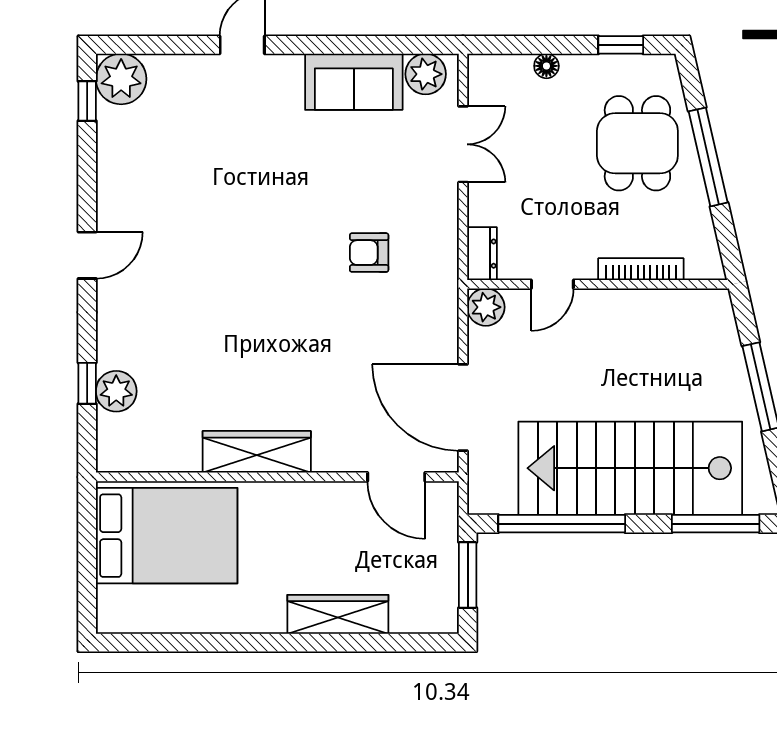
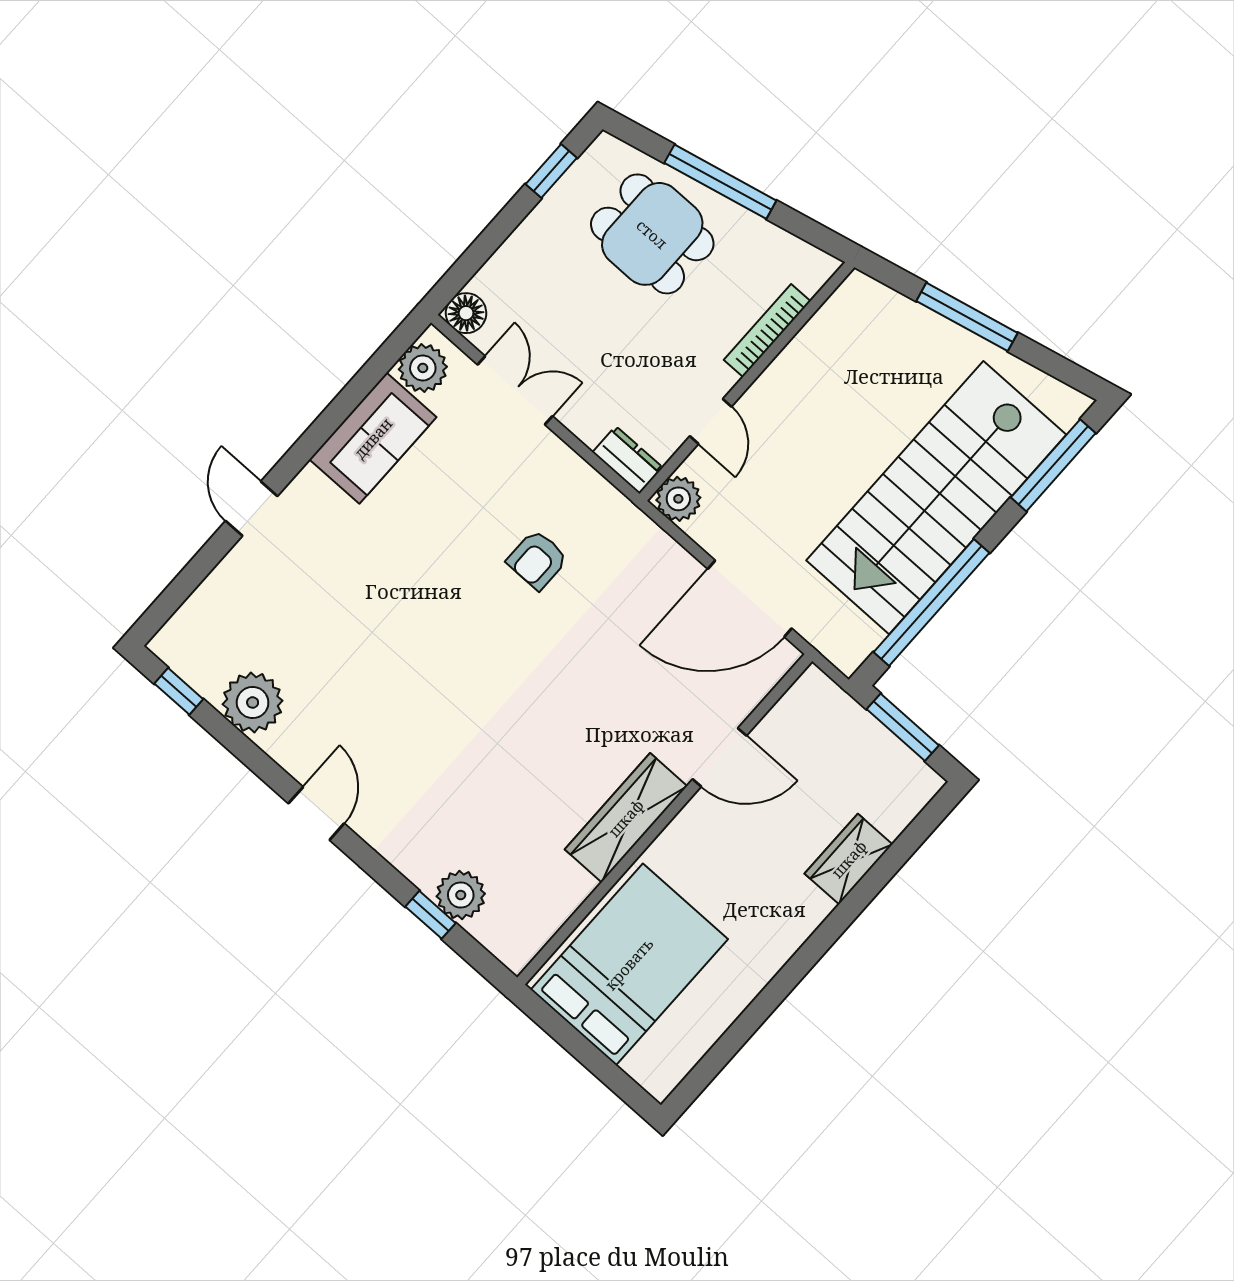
floor lamp: (546, 66) -> (466, 313), moved, width x1.37, depth x1.37
plant: (121, 79) -> (253, 702), moved
door: (396, 477) -> (720, 757), moved
wardrobe: (338, 614) -> (849, 859), width x0.67

